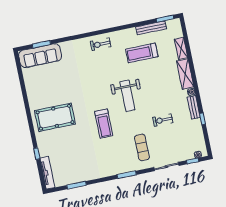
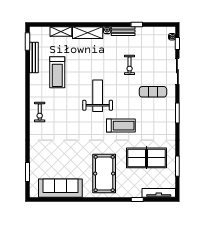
sofa: (40, 56) -> (60, 188), moved, turned -90
weight bench: (127, 96) -> (98, 96), turned -90
table tennis table: (78, 154) -> (146, 158), added

